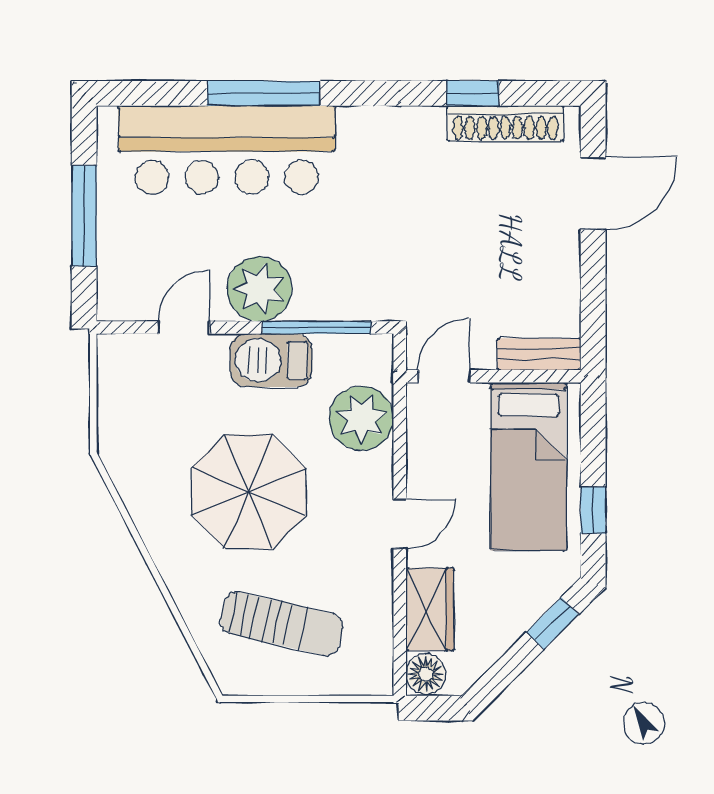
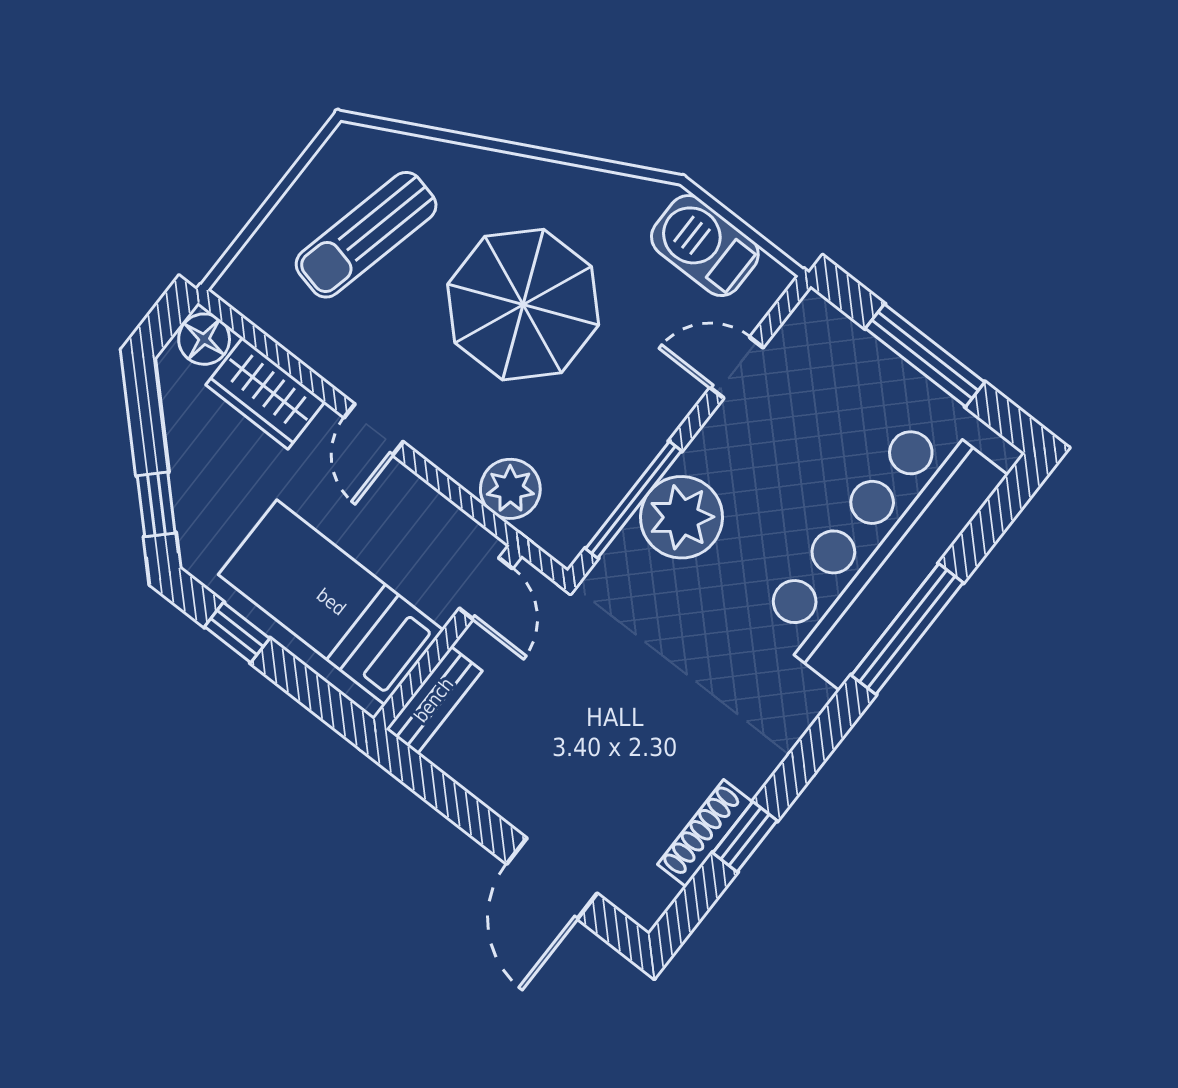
shoe rack: (505, 124) -> (705, 833), width x0.74, depth x0.81
plant: (259, 289) -> (681, 517), moved
door: (184, 327) -> (737, 368), swing flipped
barbecue: (271, 360) -> (705, 246), moved, turned -90
plant: (361, 418) -> (510, 489), width x0.73, depth x0.73

